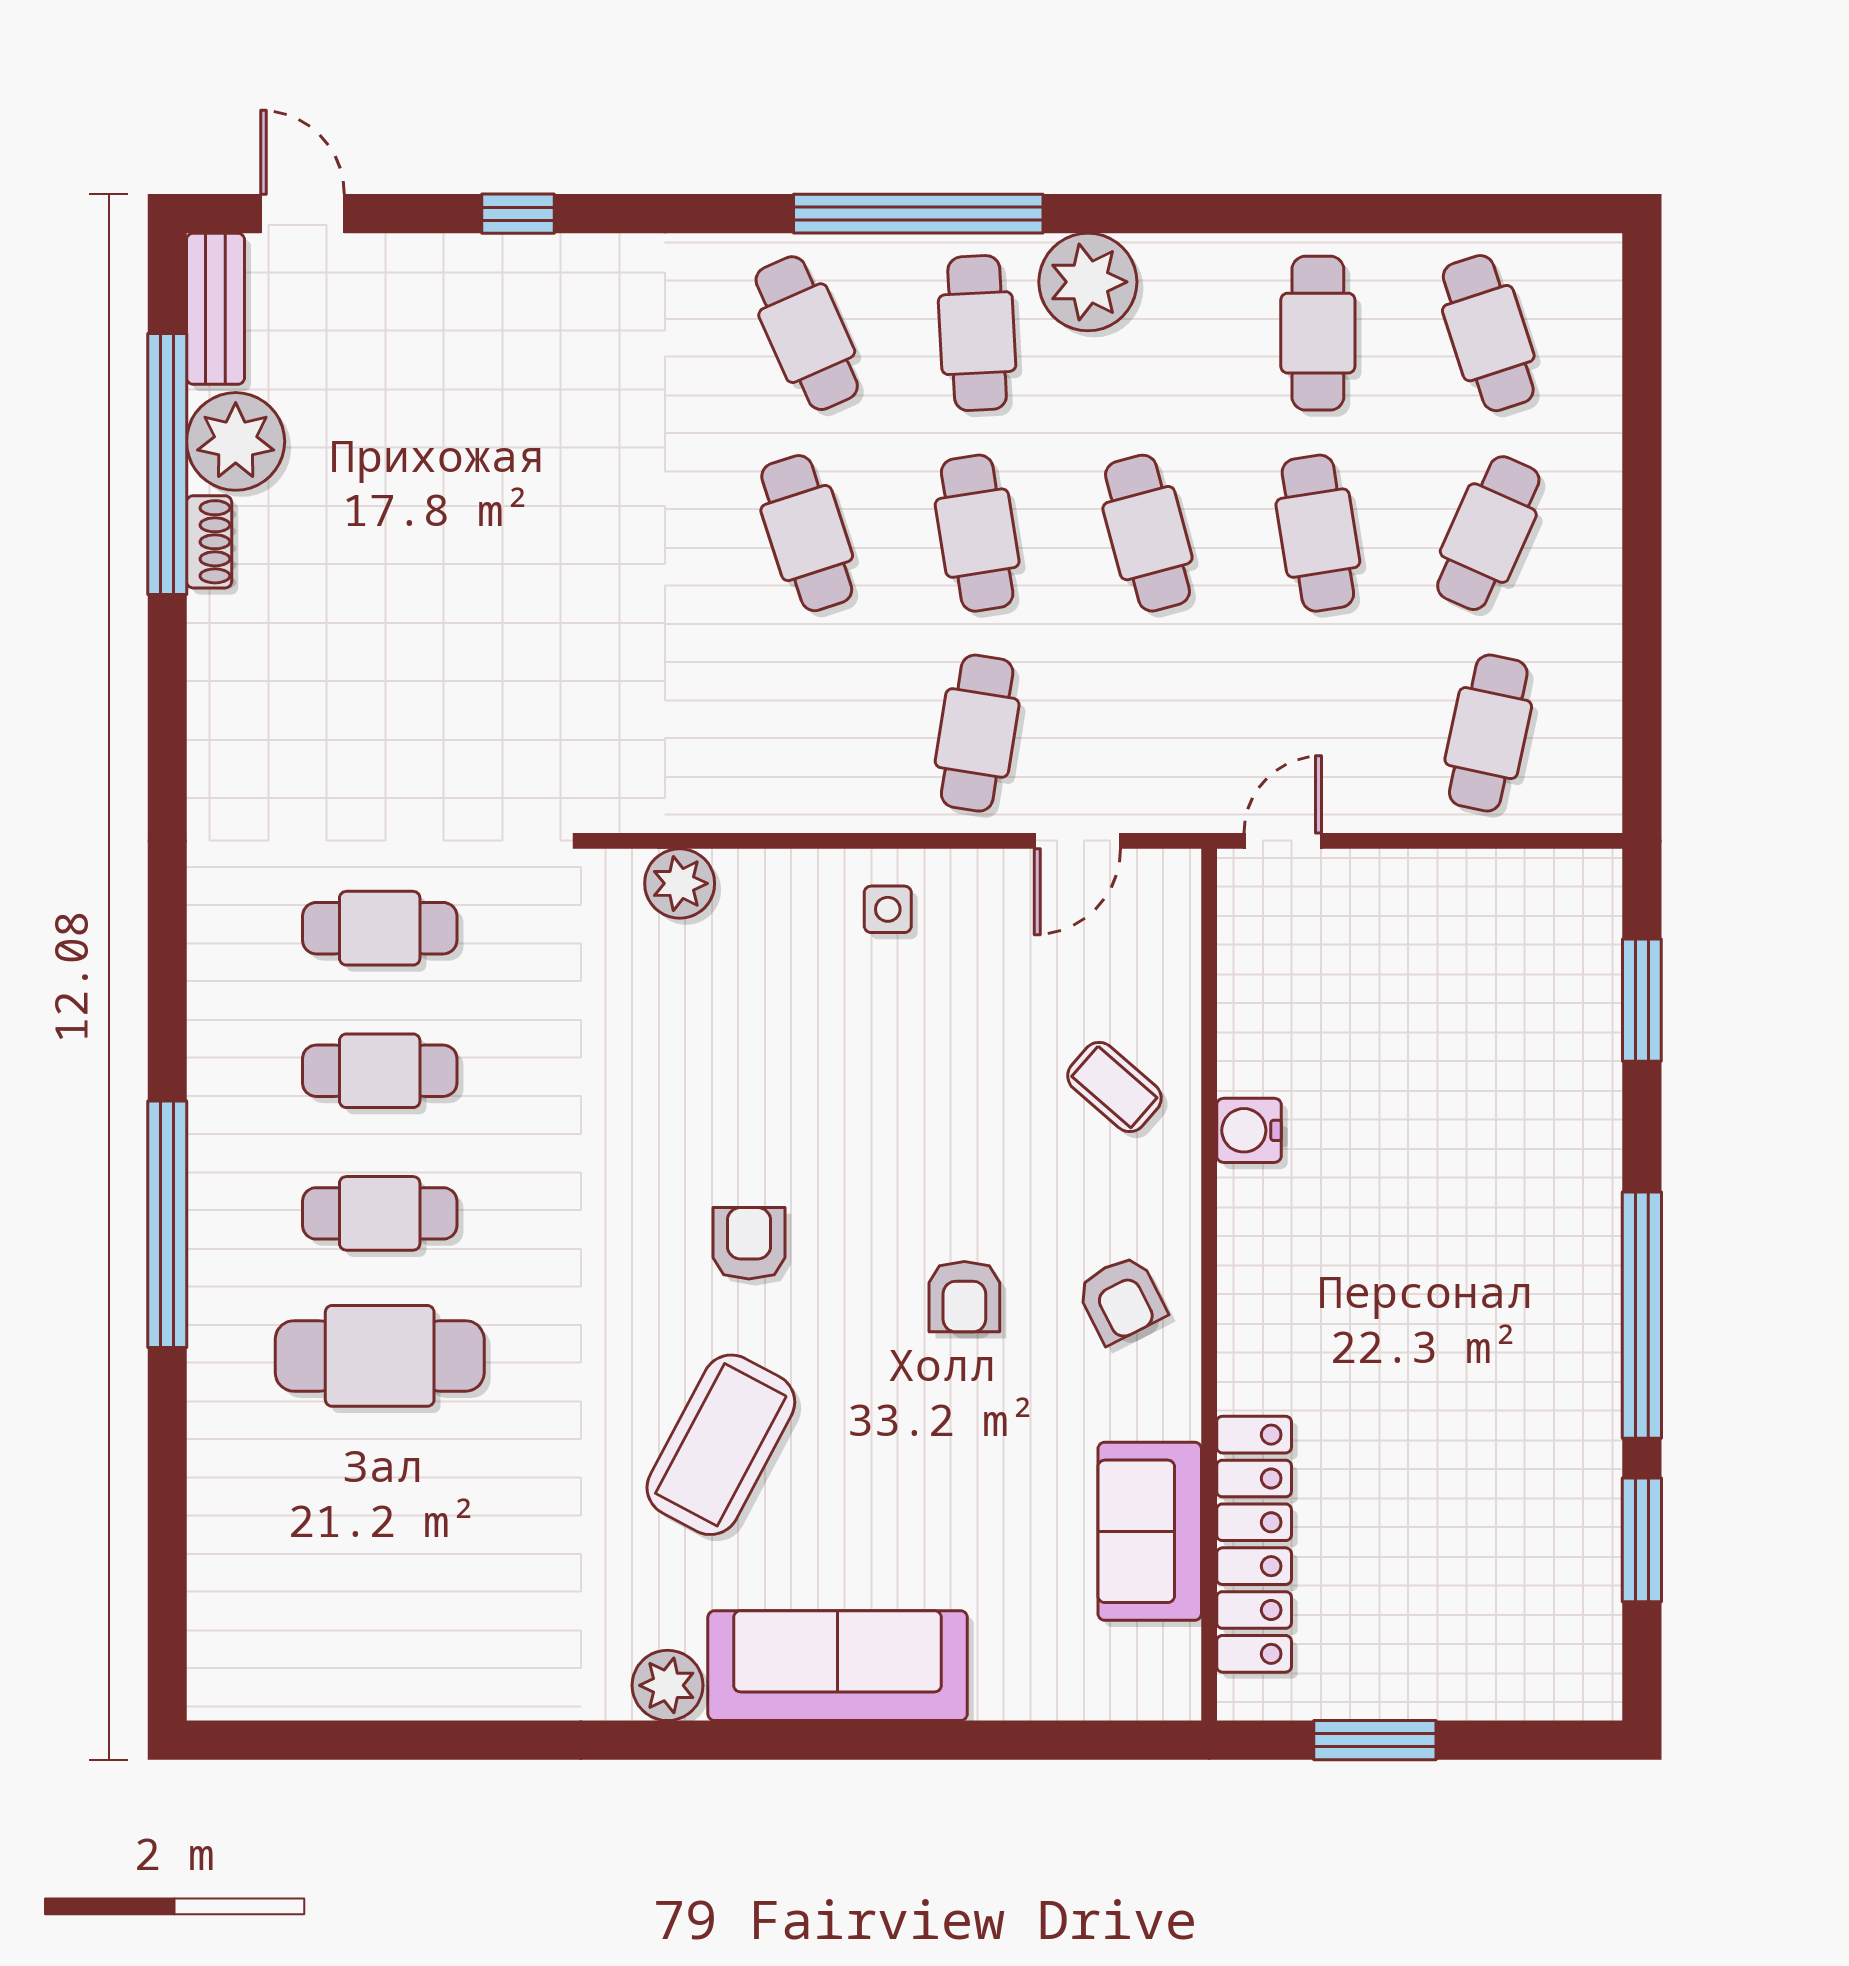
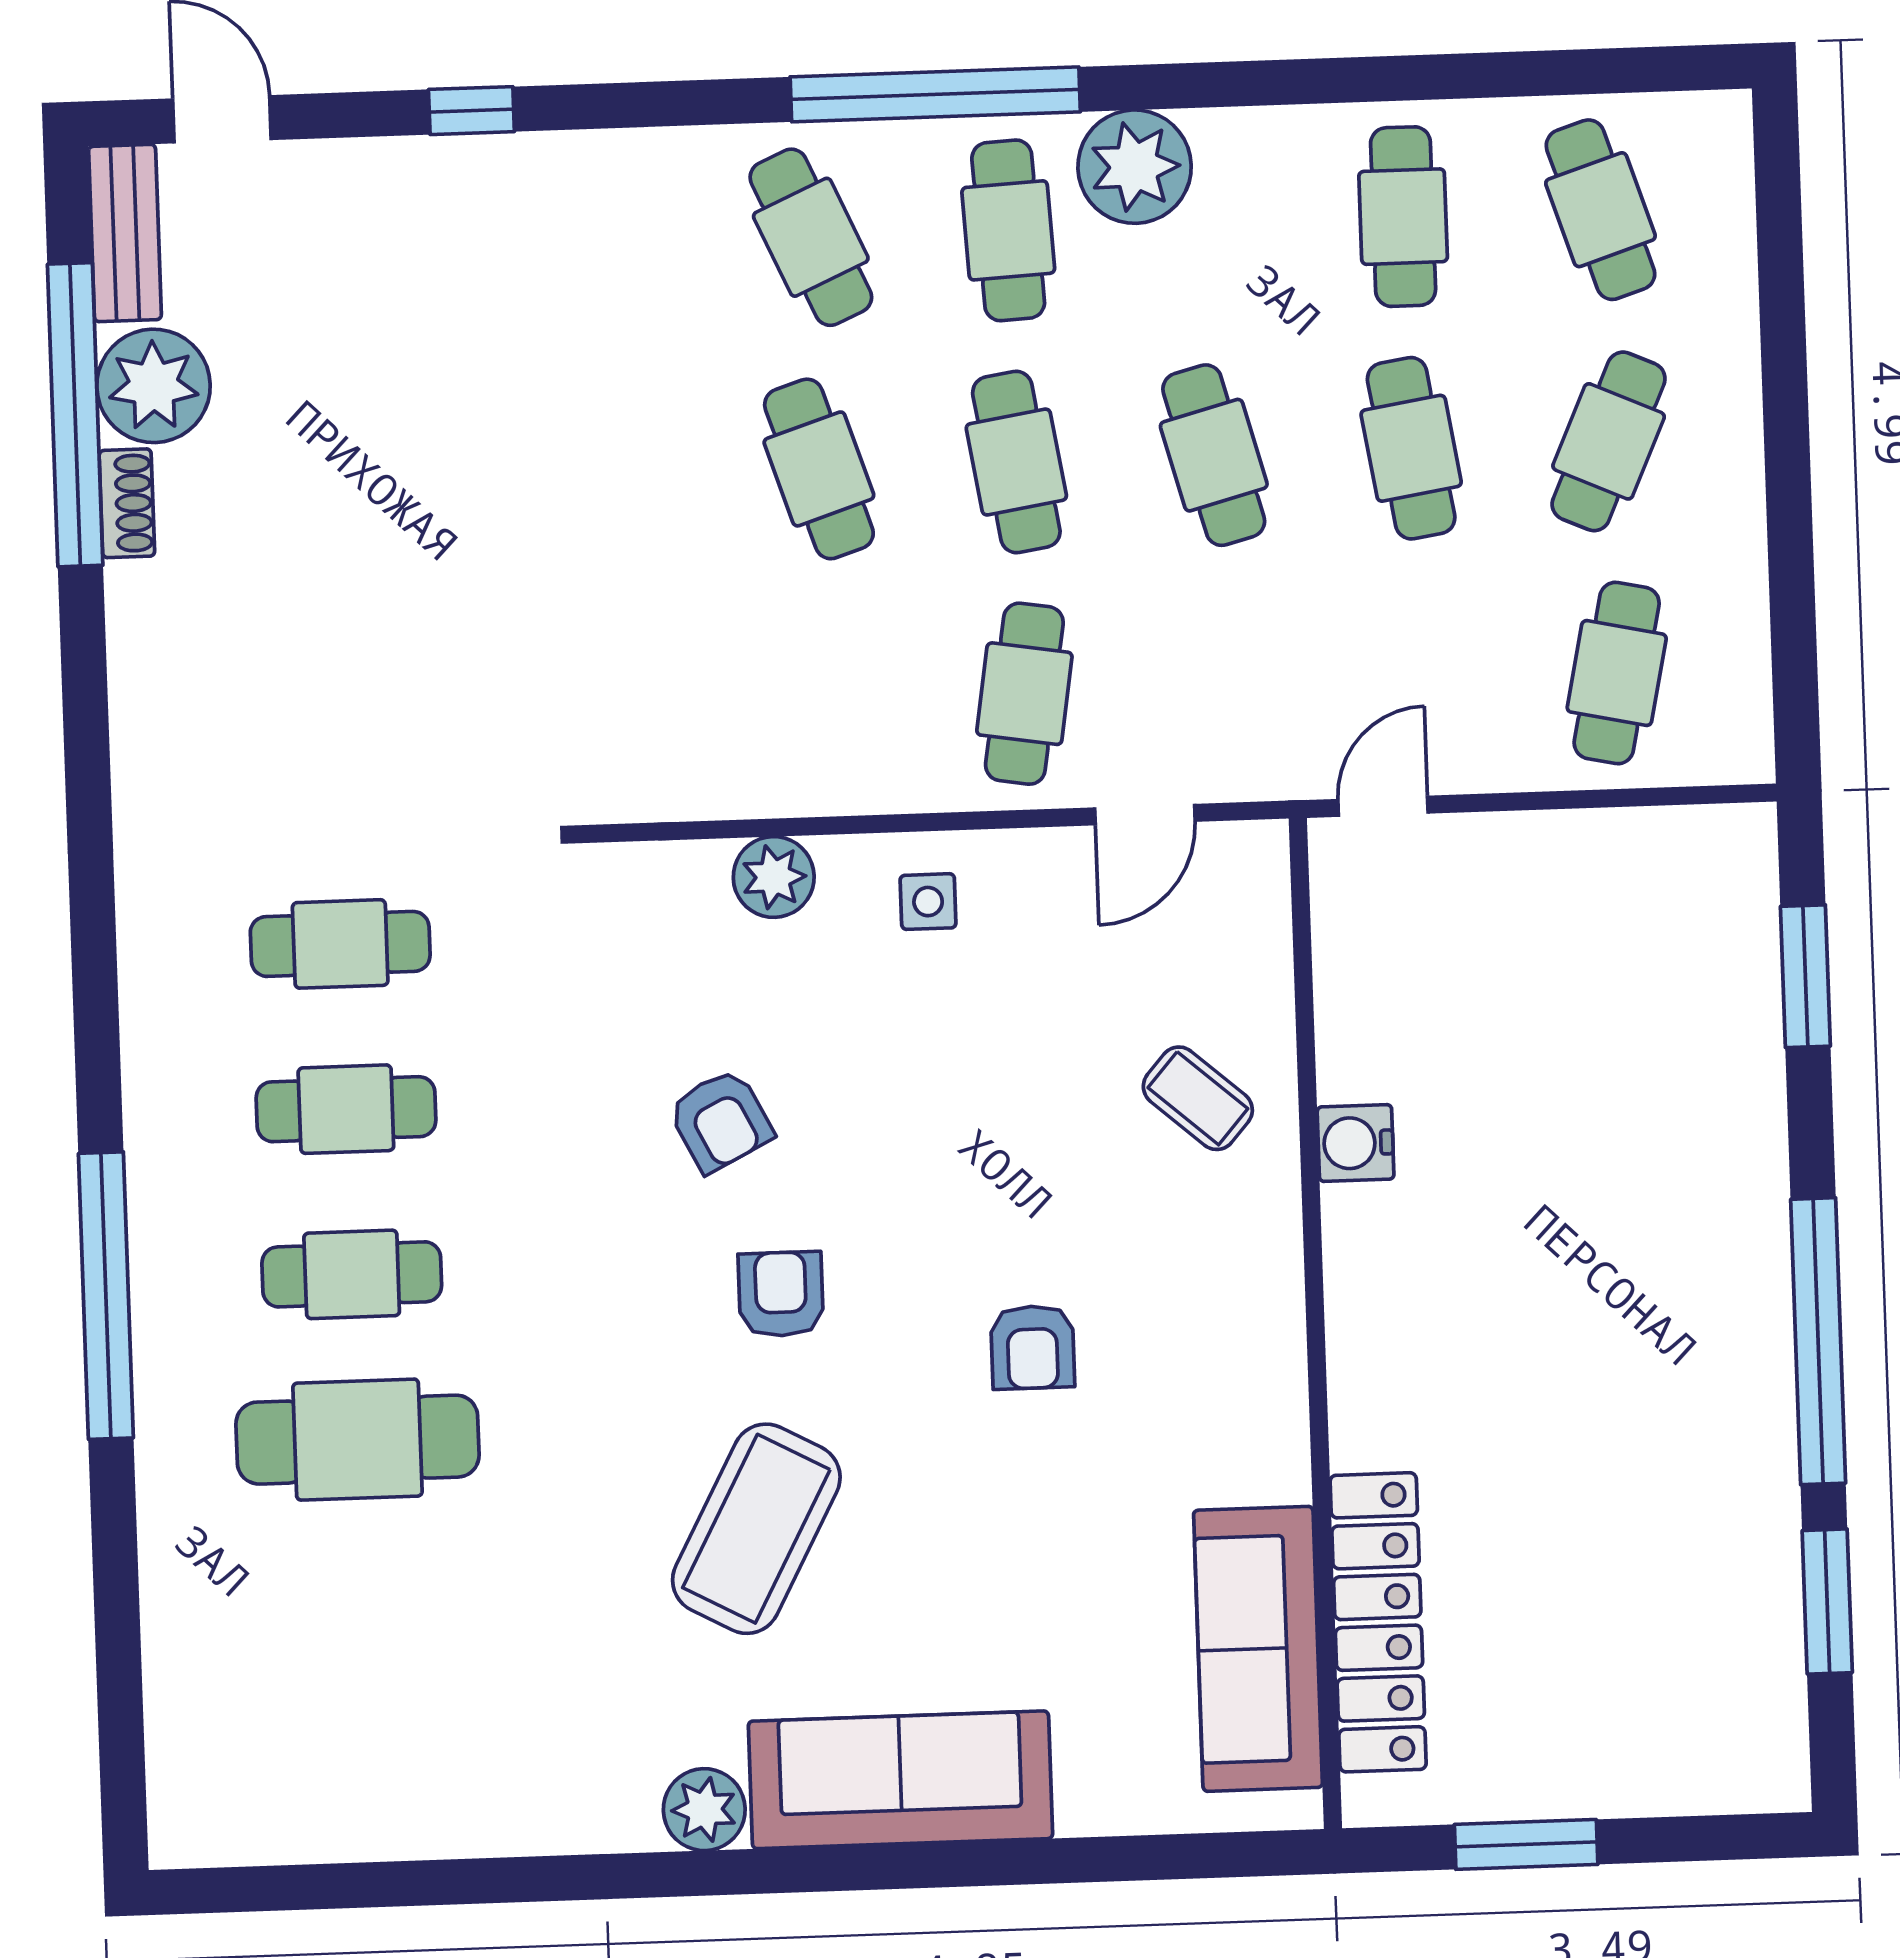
plant: (680, 883) -> (774, 877), moved
armchair: (1121, 1299) -> (721, 1121), moved
sofa: (1150, 1531) -> (1258, 1649), width x1.36

